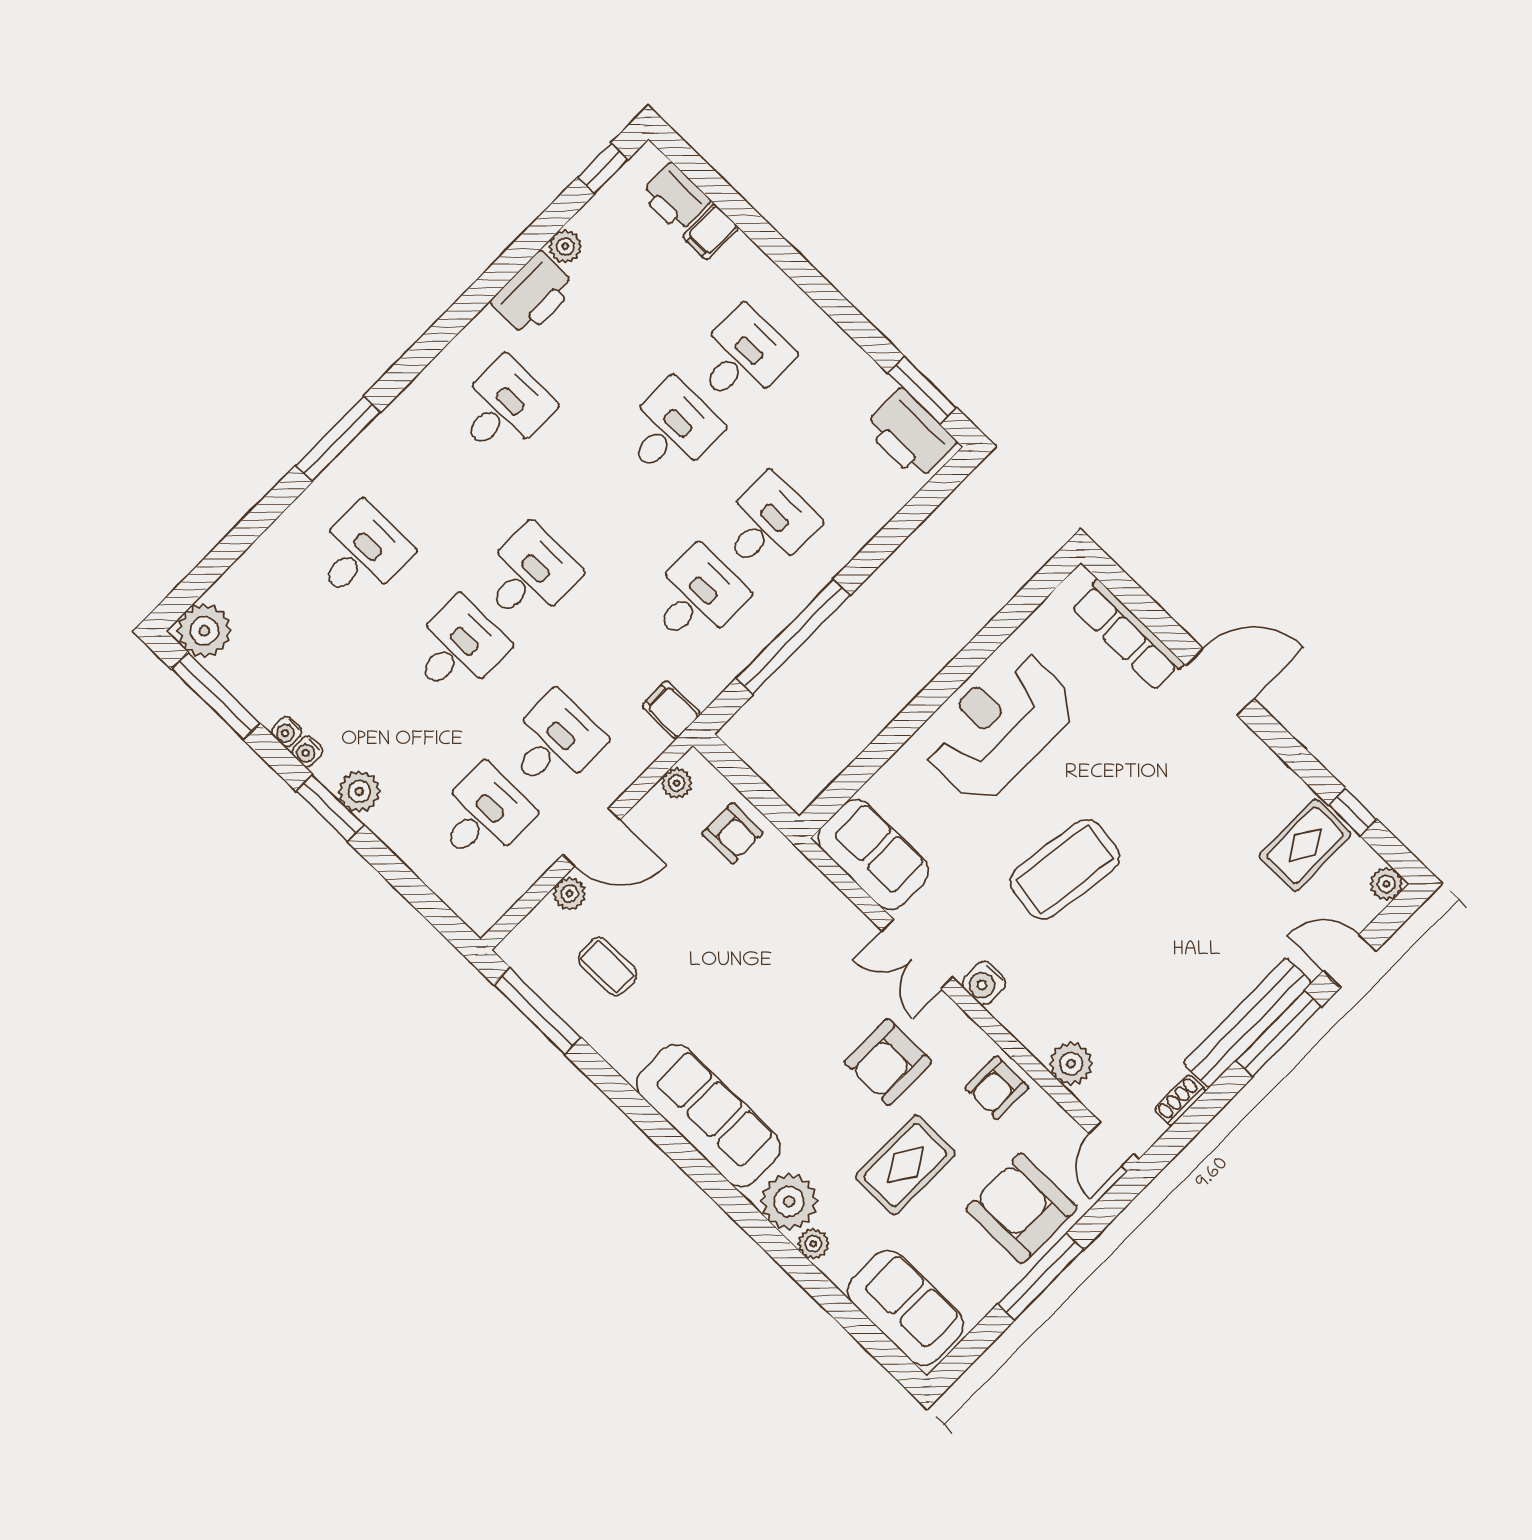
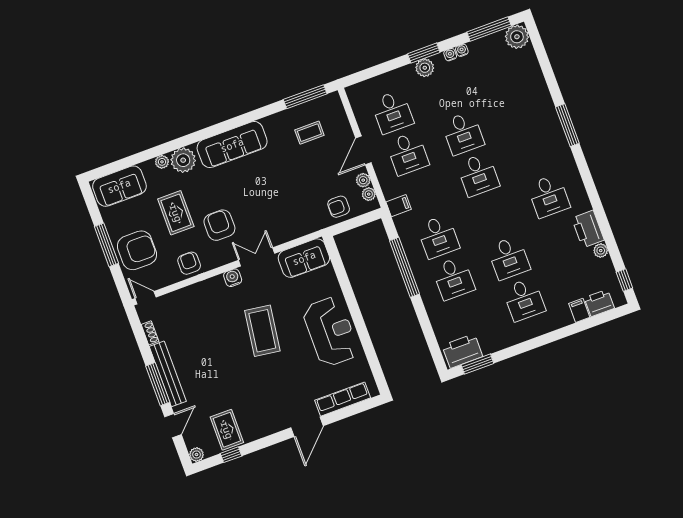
desk: (361, 553) -> (518, 113), removed
plant: (570, 894) -> (363, 180), moved
plant: (1071, 1064) -> (185, 297), removed

